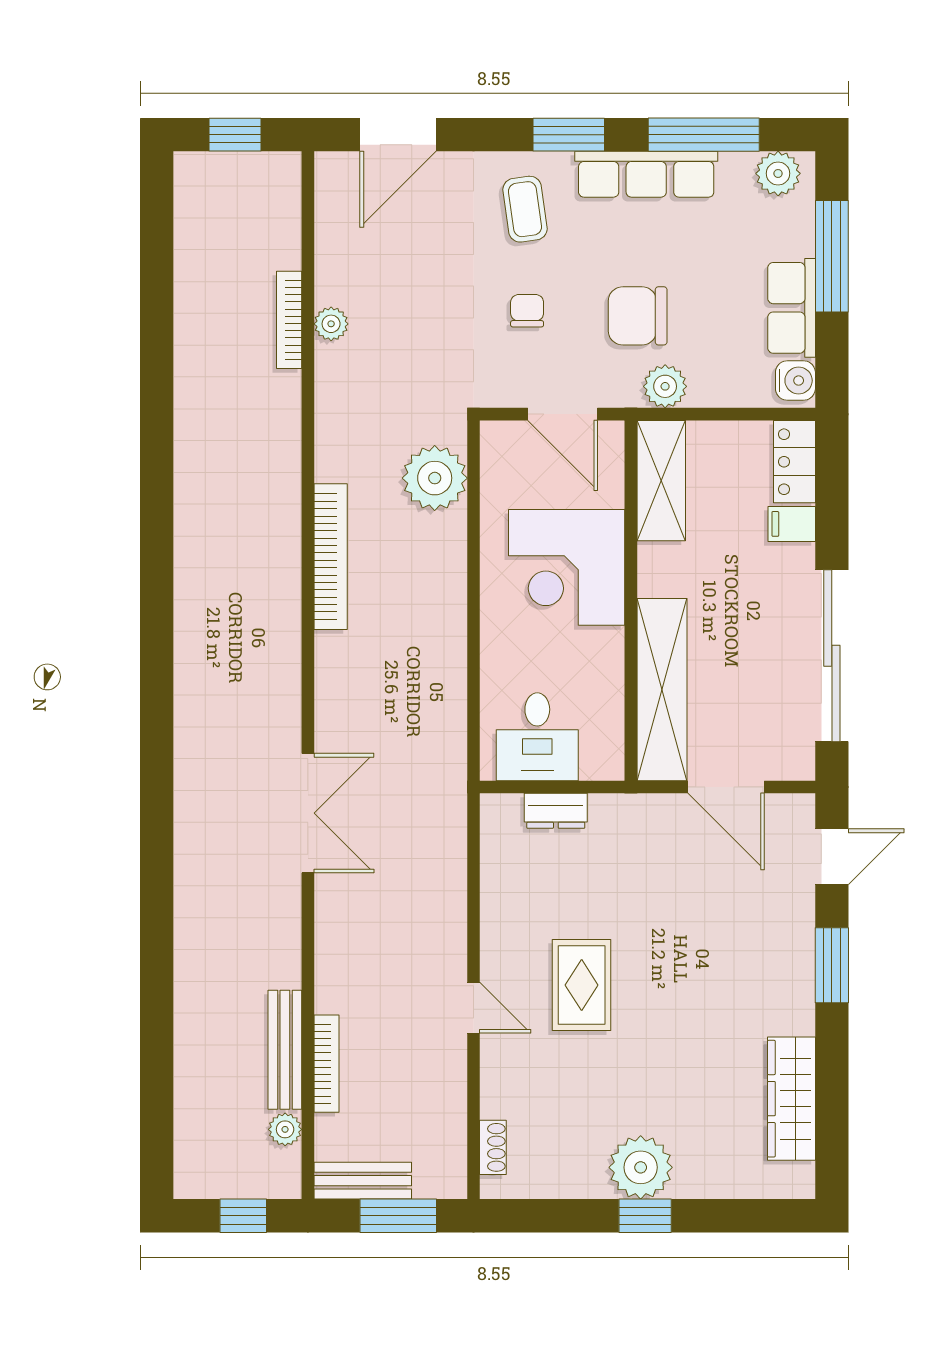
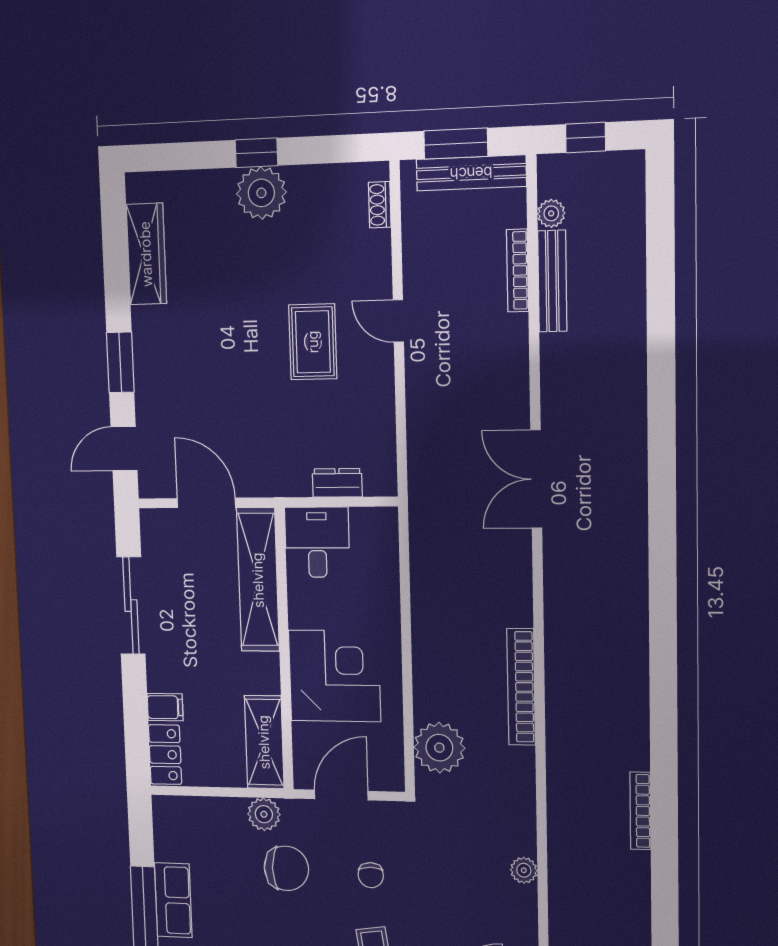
row of seats: (792, 308) -> (173, 900), moved
bookcase: (289, 320) -> (640, 811), moved, turned 180
water cooler: (795, 381) -> (167, 816), removed
door: (563, 414) -> (341, 795), hinge flipped
sliding door: (832, 656) -> (131, 606), width x0.73
desk: (537, 737) -> (317, 542), moved
bench: (363, 1181) -> (471, 173), width x1.36

